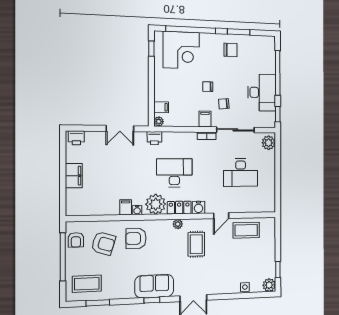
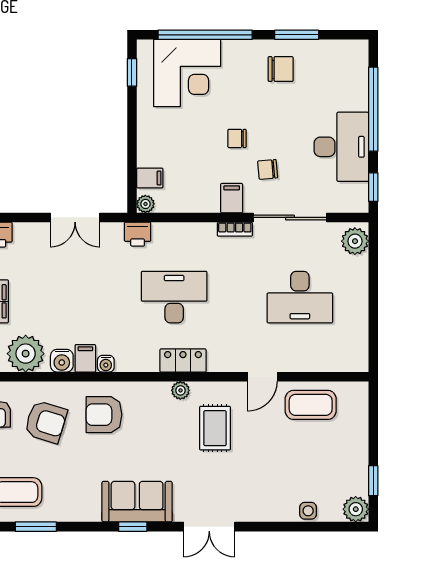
plant: (156, 204) -> (26, 354), moved
water cooler: (198, 207) -> (62, 361), moved

